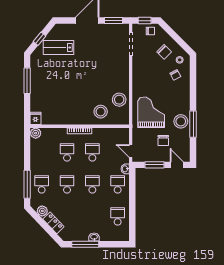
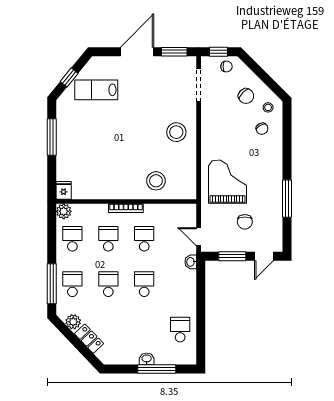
stool: (119, 100) -> (176, 132), moved
stool: (181, 121) -> (270, 195), removed
door: (177, 165) -> (264, 256), swing flipped
school desk: (118, 184) -> (72, 239), moved
window: (85, 244) -> (157, 369), moved

